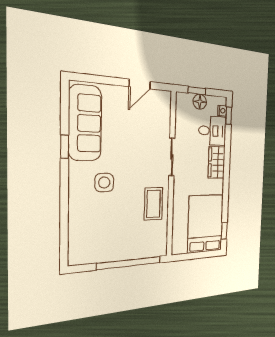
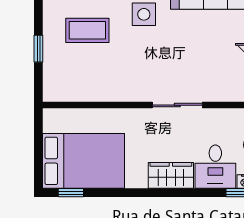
coffee table: (154, 204) -> (87, 30), moved
window: (129, 263) -> (38, 49), width x0.32

